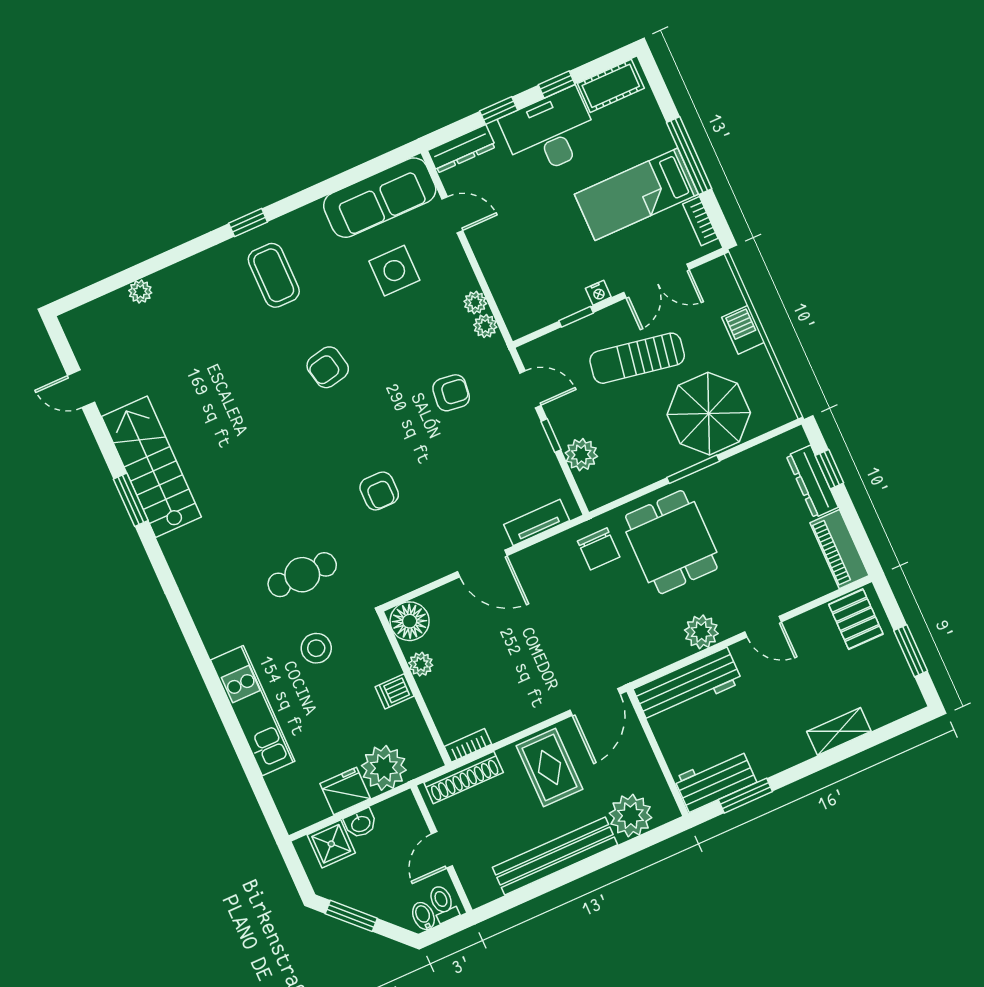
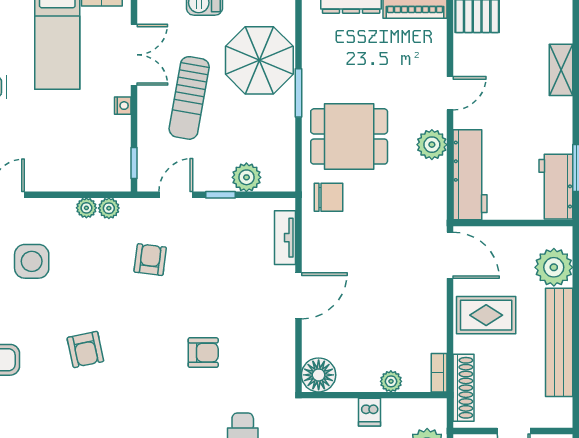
window: (576, 317) -> (134, 163), moved
plant: (421, 664) -> (391, 381), moved

